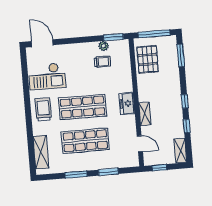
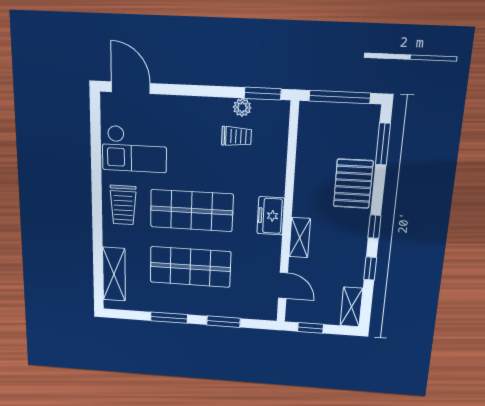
pallet: (148, 59) -> (353, 184), moved
trolley: (43, 109) -> (123, 205), turned 180

